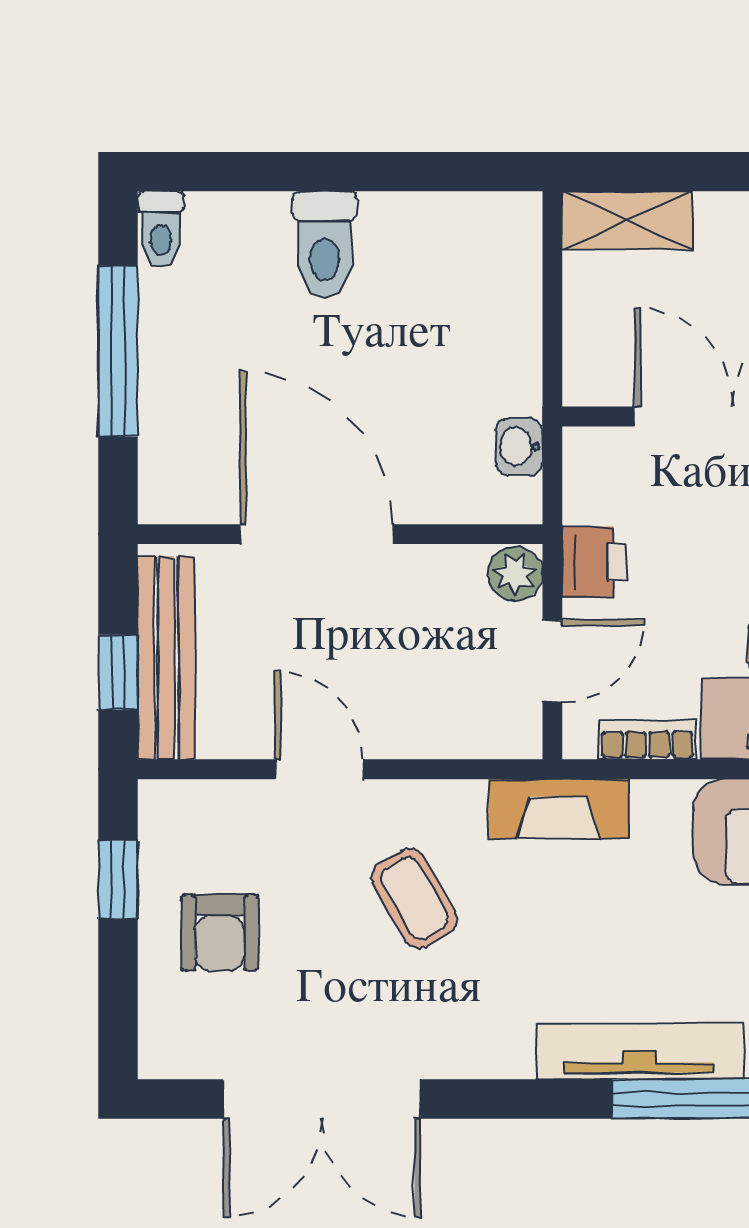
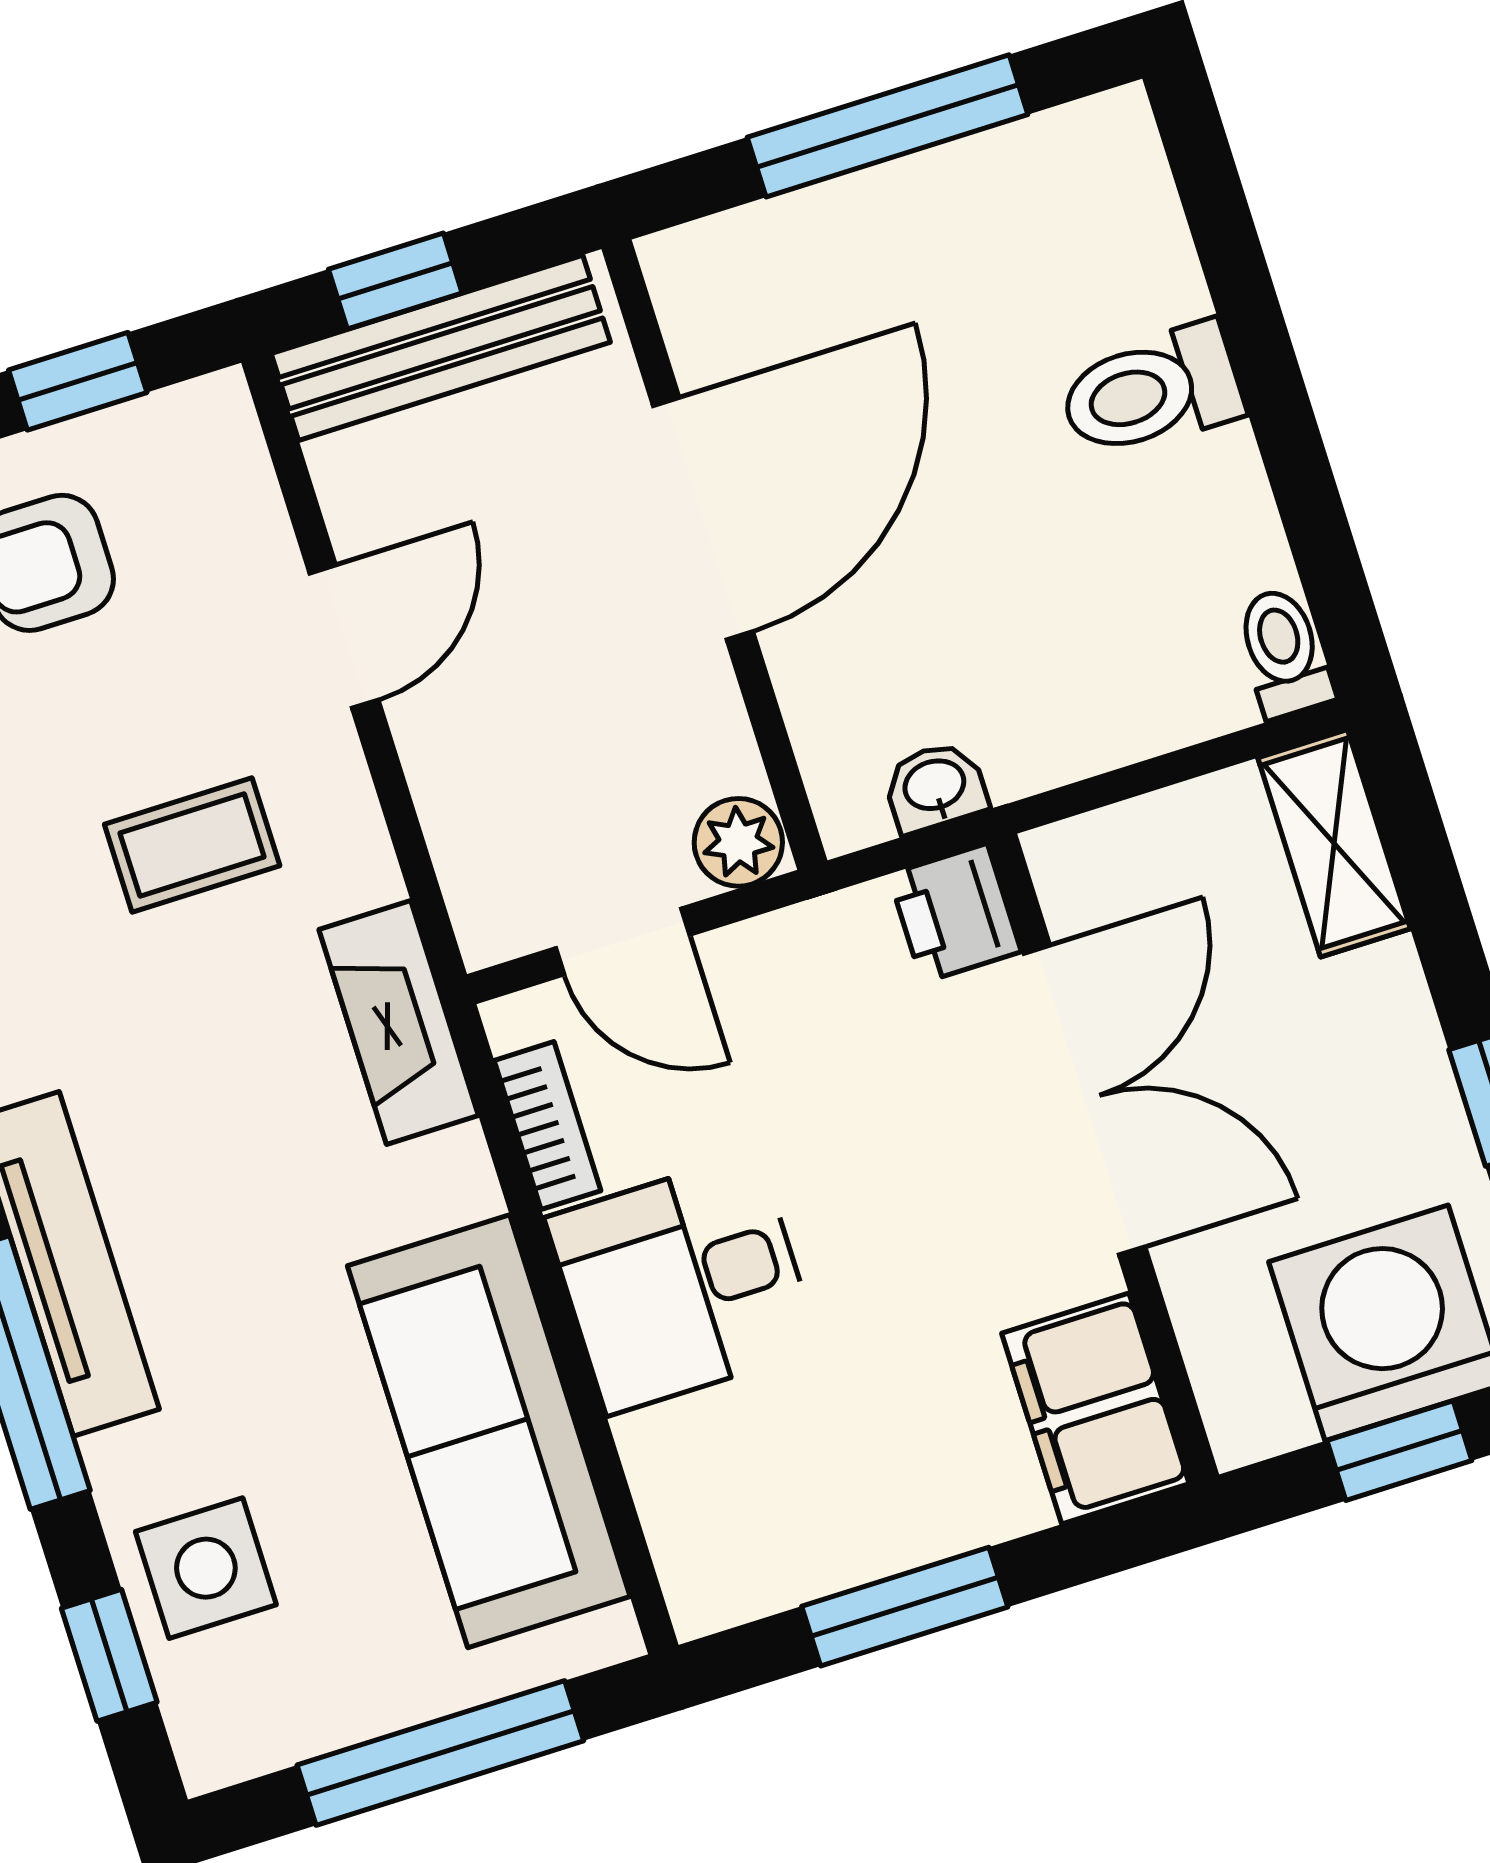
toilet: (161, 229) -> (1284, 652), moved, turned 90
printer: (594, 562) -> (955, 913), moved, turned 90
coffee table: (414, 898) -> (192, 845), turned 30

